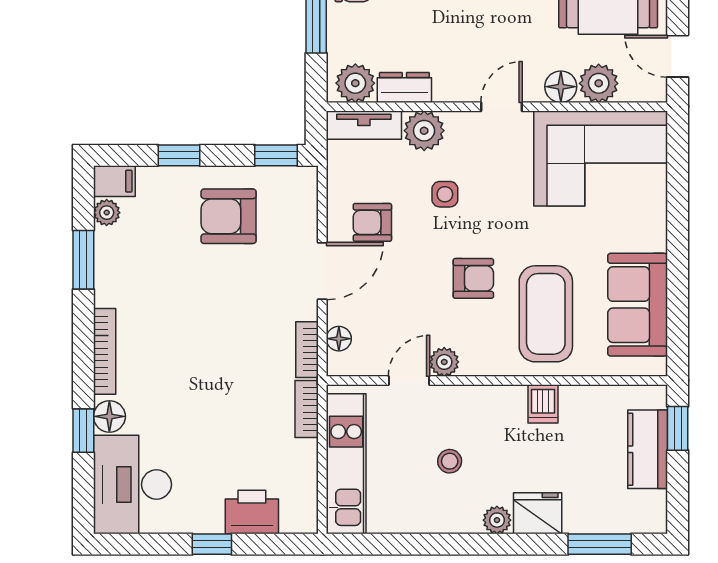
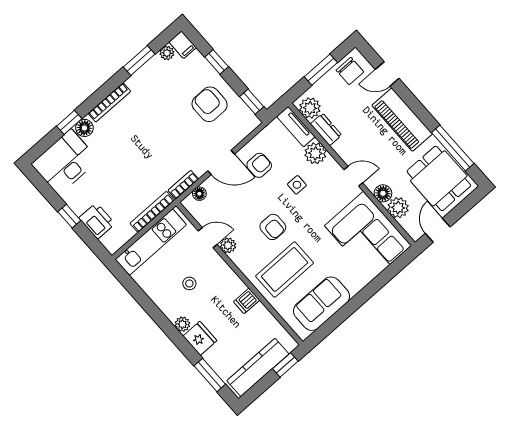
armchair: (372, 222) -> (259, 165), turned 90
bookcase: (307, 409) -> (152, 212), width x1.56
kitchen counter: (648, 449) -> (258, 367), width x1.50

